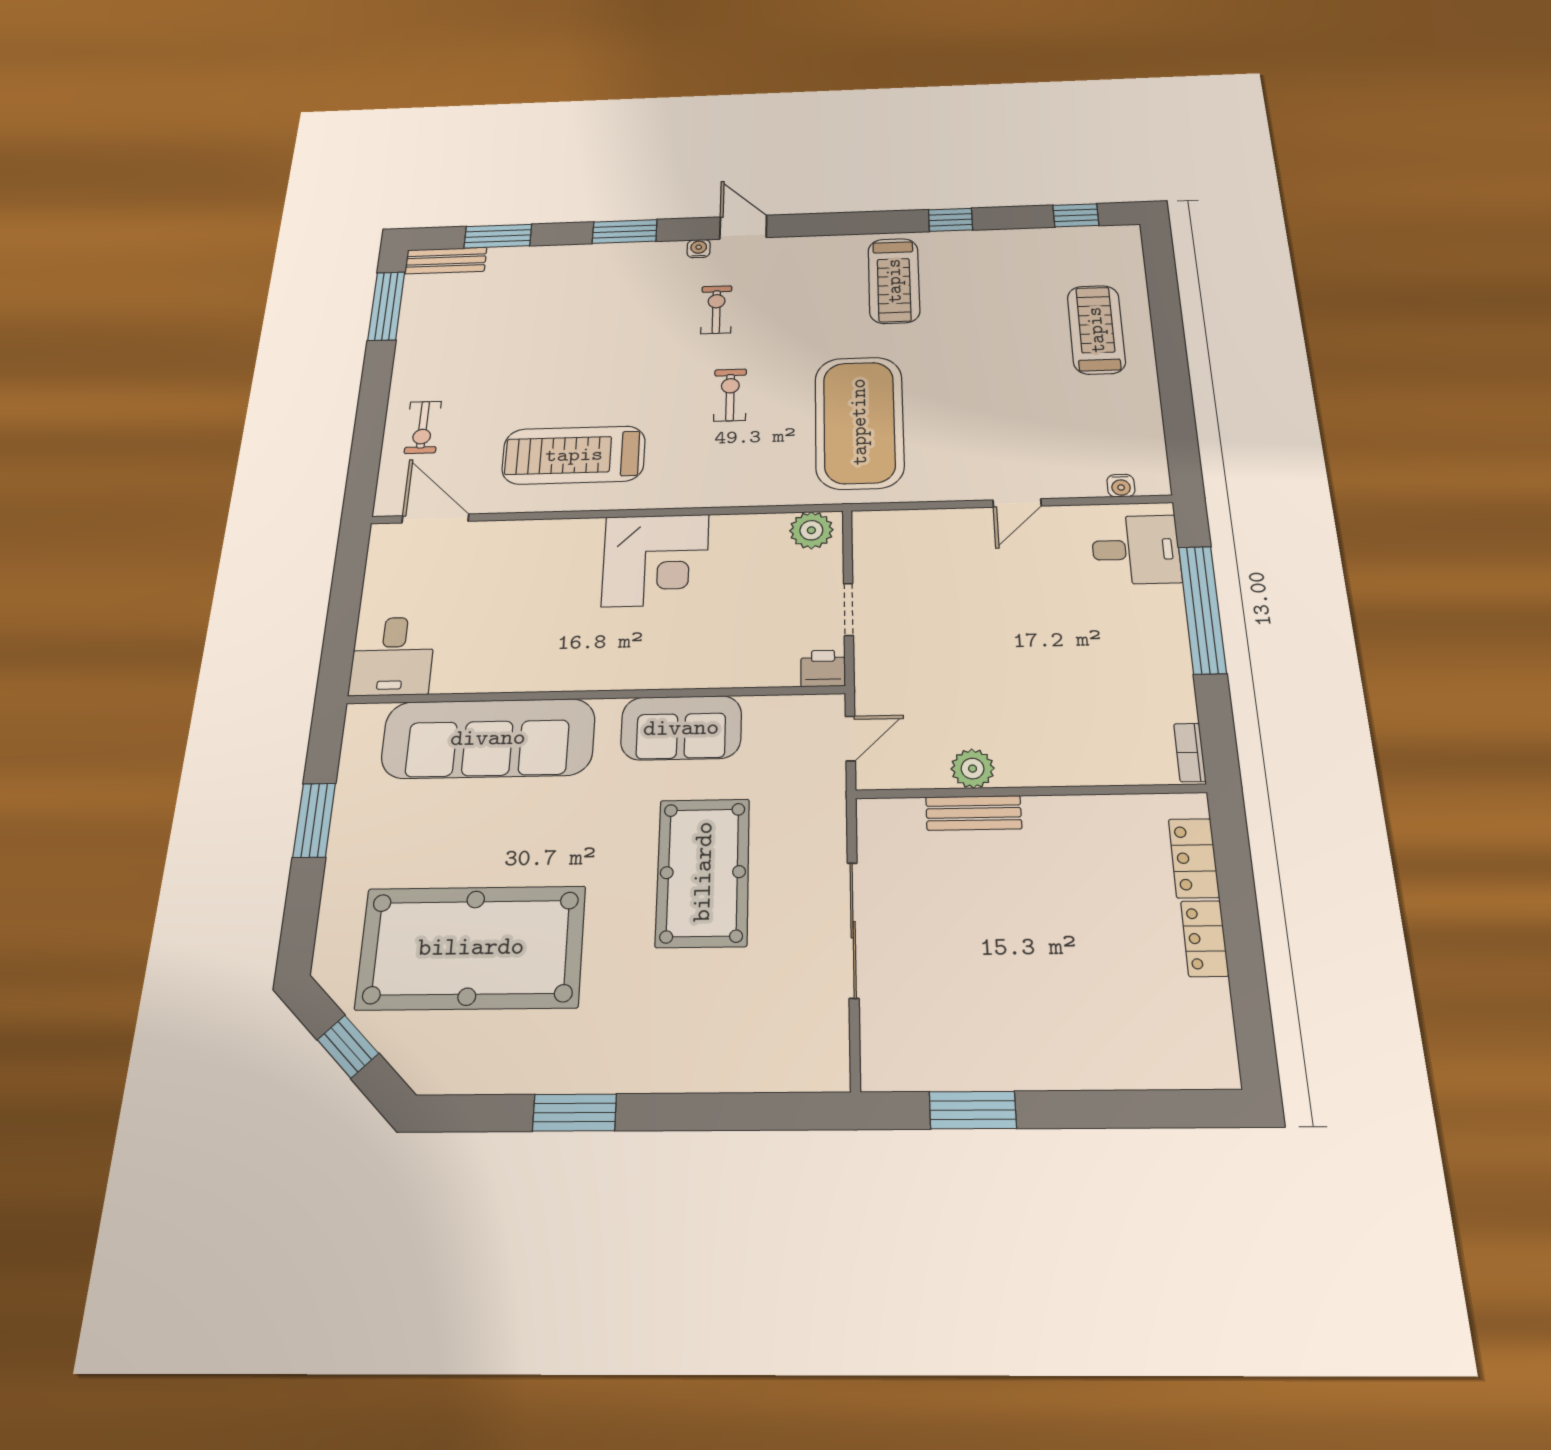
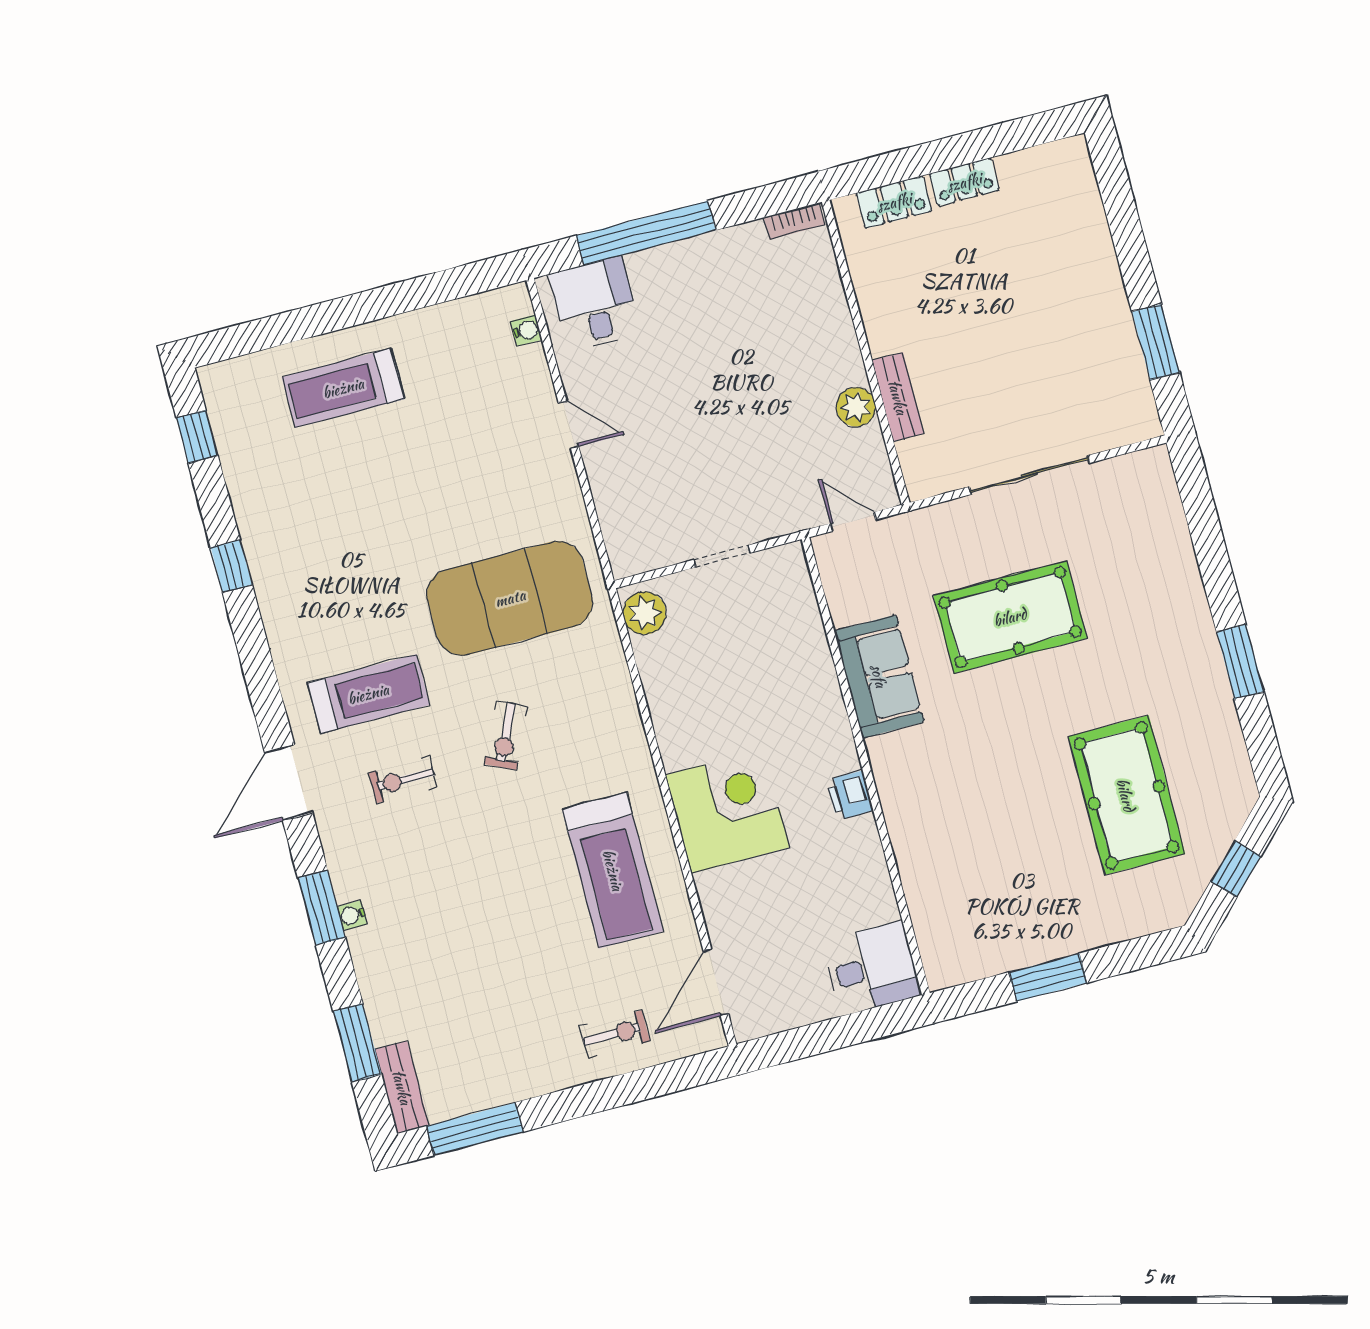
door: (743, 227) -> (288, 782), width x1.38
water cooler: (699, 249) -> (352, 915), moved
treadmill: (894, 281) -> (368, 694), moved
exercise bike: (730, 395) -> (506, 735), turned -65
corner desk: (656, 560) -> (727, 811), moved
printer: (823, 668) -> (850, 795), moved
sofa: (488, 738) -> (932, 849), removed
pool table: (471, 947) -> (1126, 795), width x0.73, depth x0.76

